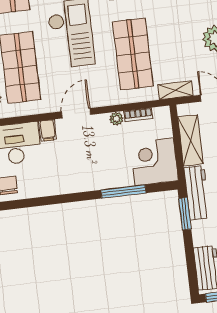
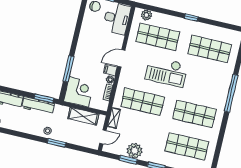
door: (76, 113) -> (121, 58), swing flipped
filing cabinet: (48, 130) -> (110, 70), moved
workbench: (197, 193) -> (38, 106), moved

